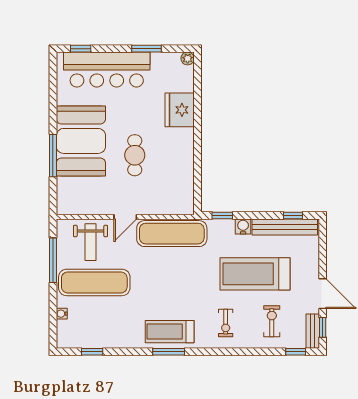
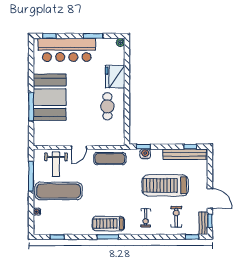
cafe table: (135, 155) -> (107, 106), moved
water cooler: (243, 226) -> (145, 154), moved
exercise mat: (172, 234) -> (110, 159), width x0.73, depth x0.69

